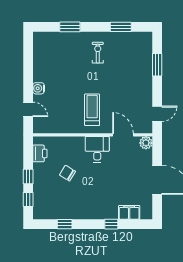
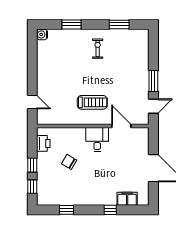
window: (157, 65) -> (153, 81), moved
water cooler: (39, 88) -> (42, 34), moved
treadmill: (92, 110) -> (92, 102), turned 90
plant: (146, 143) -> (143, 133), removed

